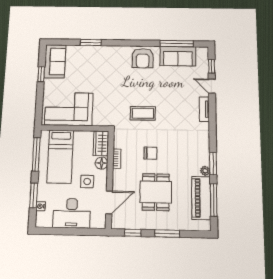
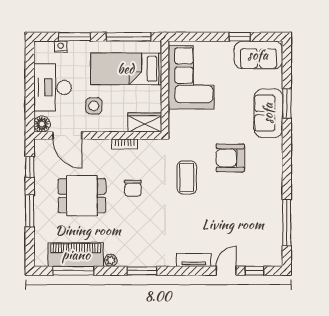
sofa: (178, 56) -> (268, 113), moved
armchair: (143, 58) -> (230, 158), moved
floor lamp: (102, 163) -> (42, 124), moved
window: (213, 164) -> (142, 271), moved

